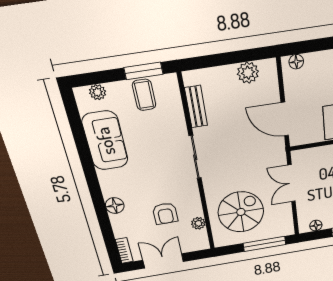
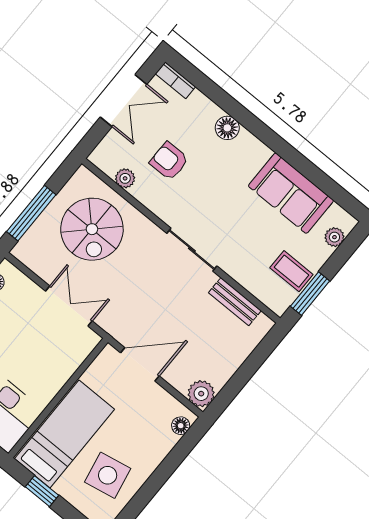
plant: (248, 73) -> (201, 394), moved

